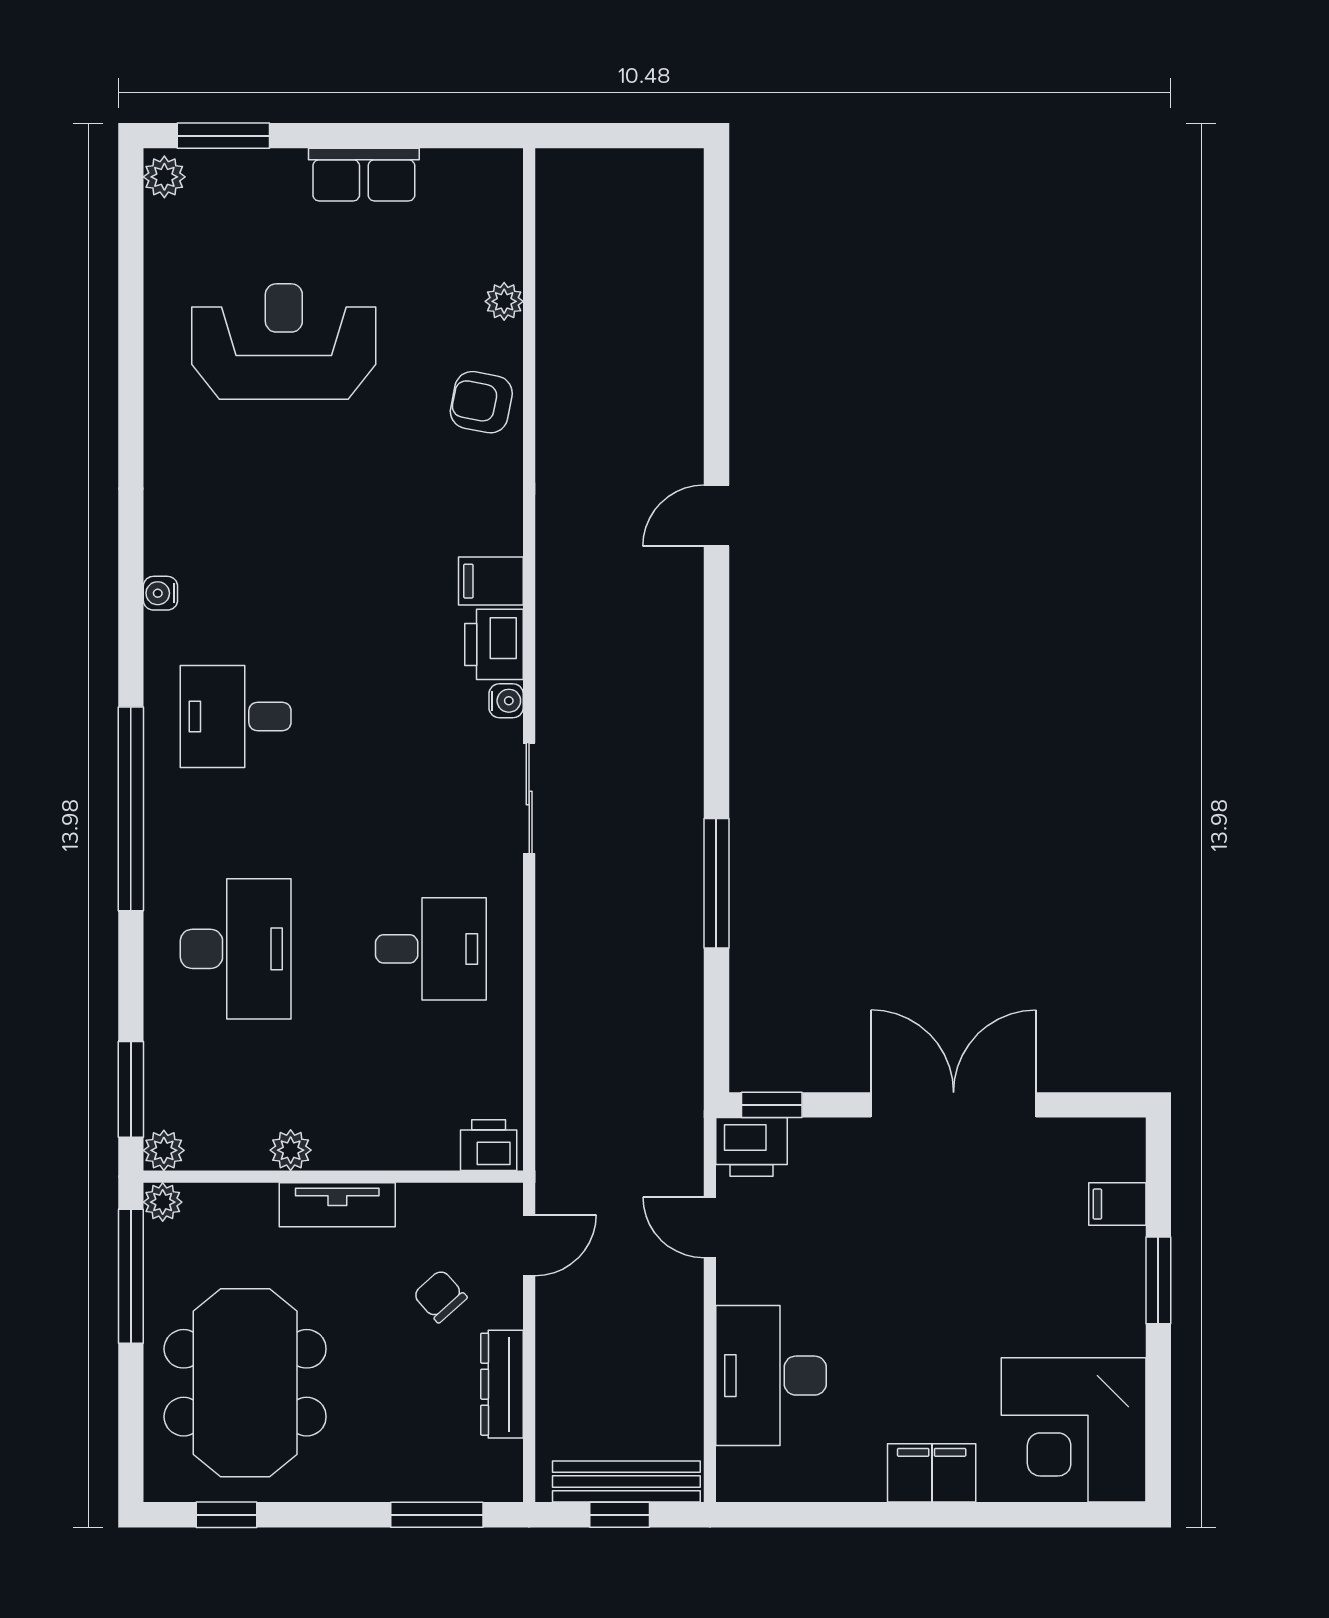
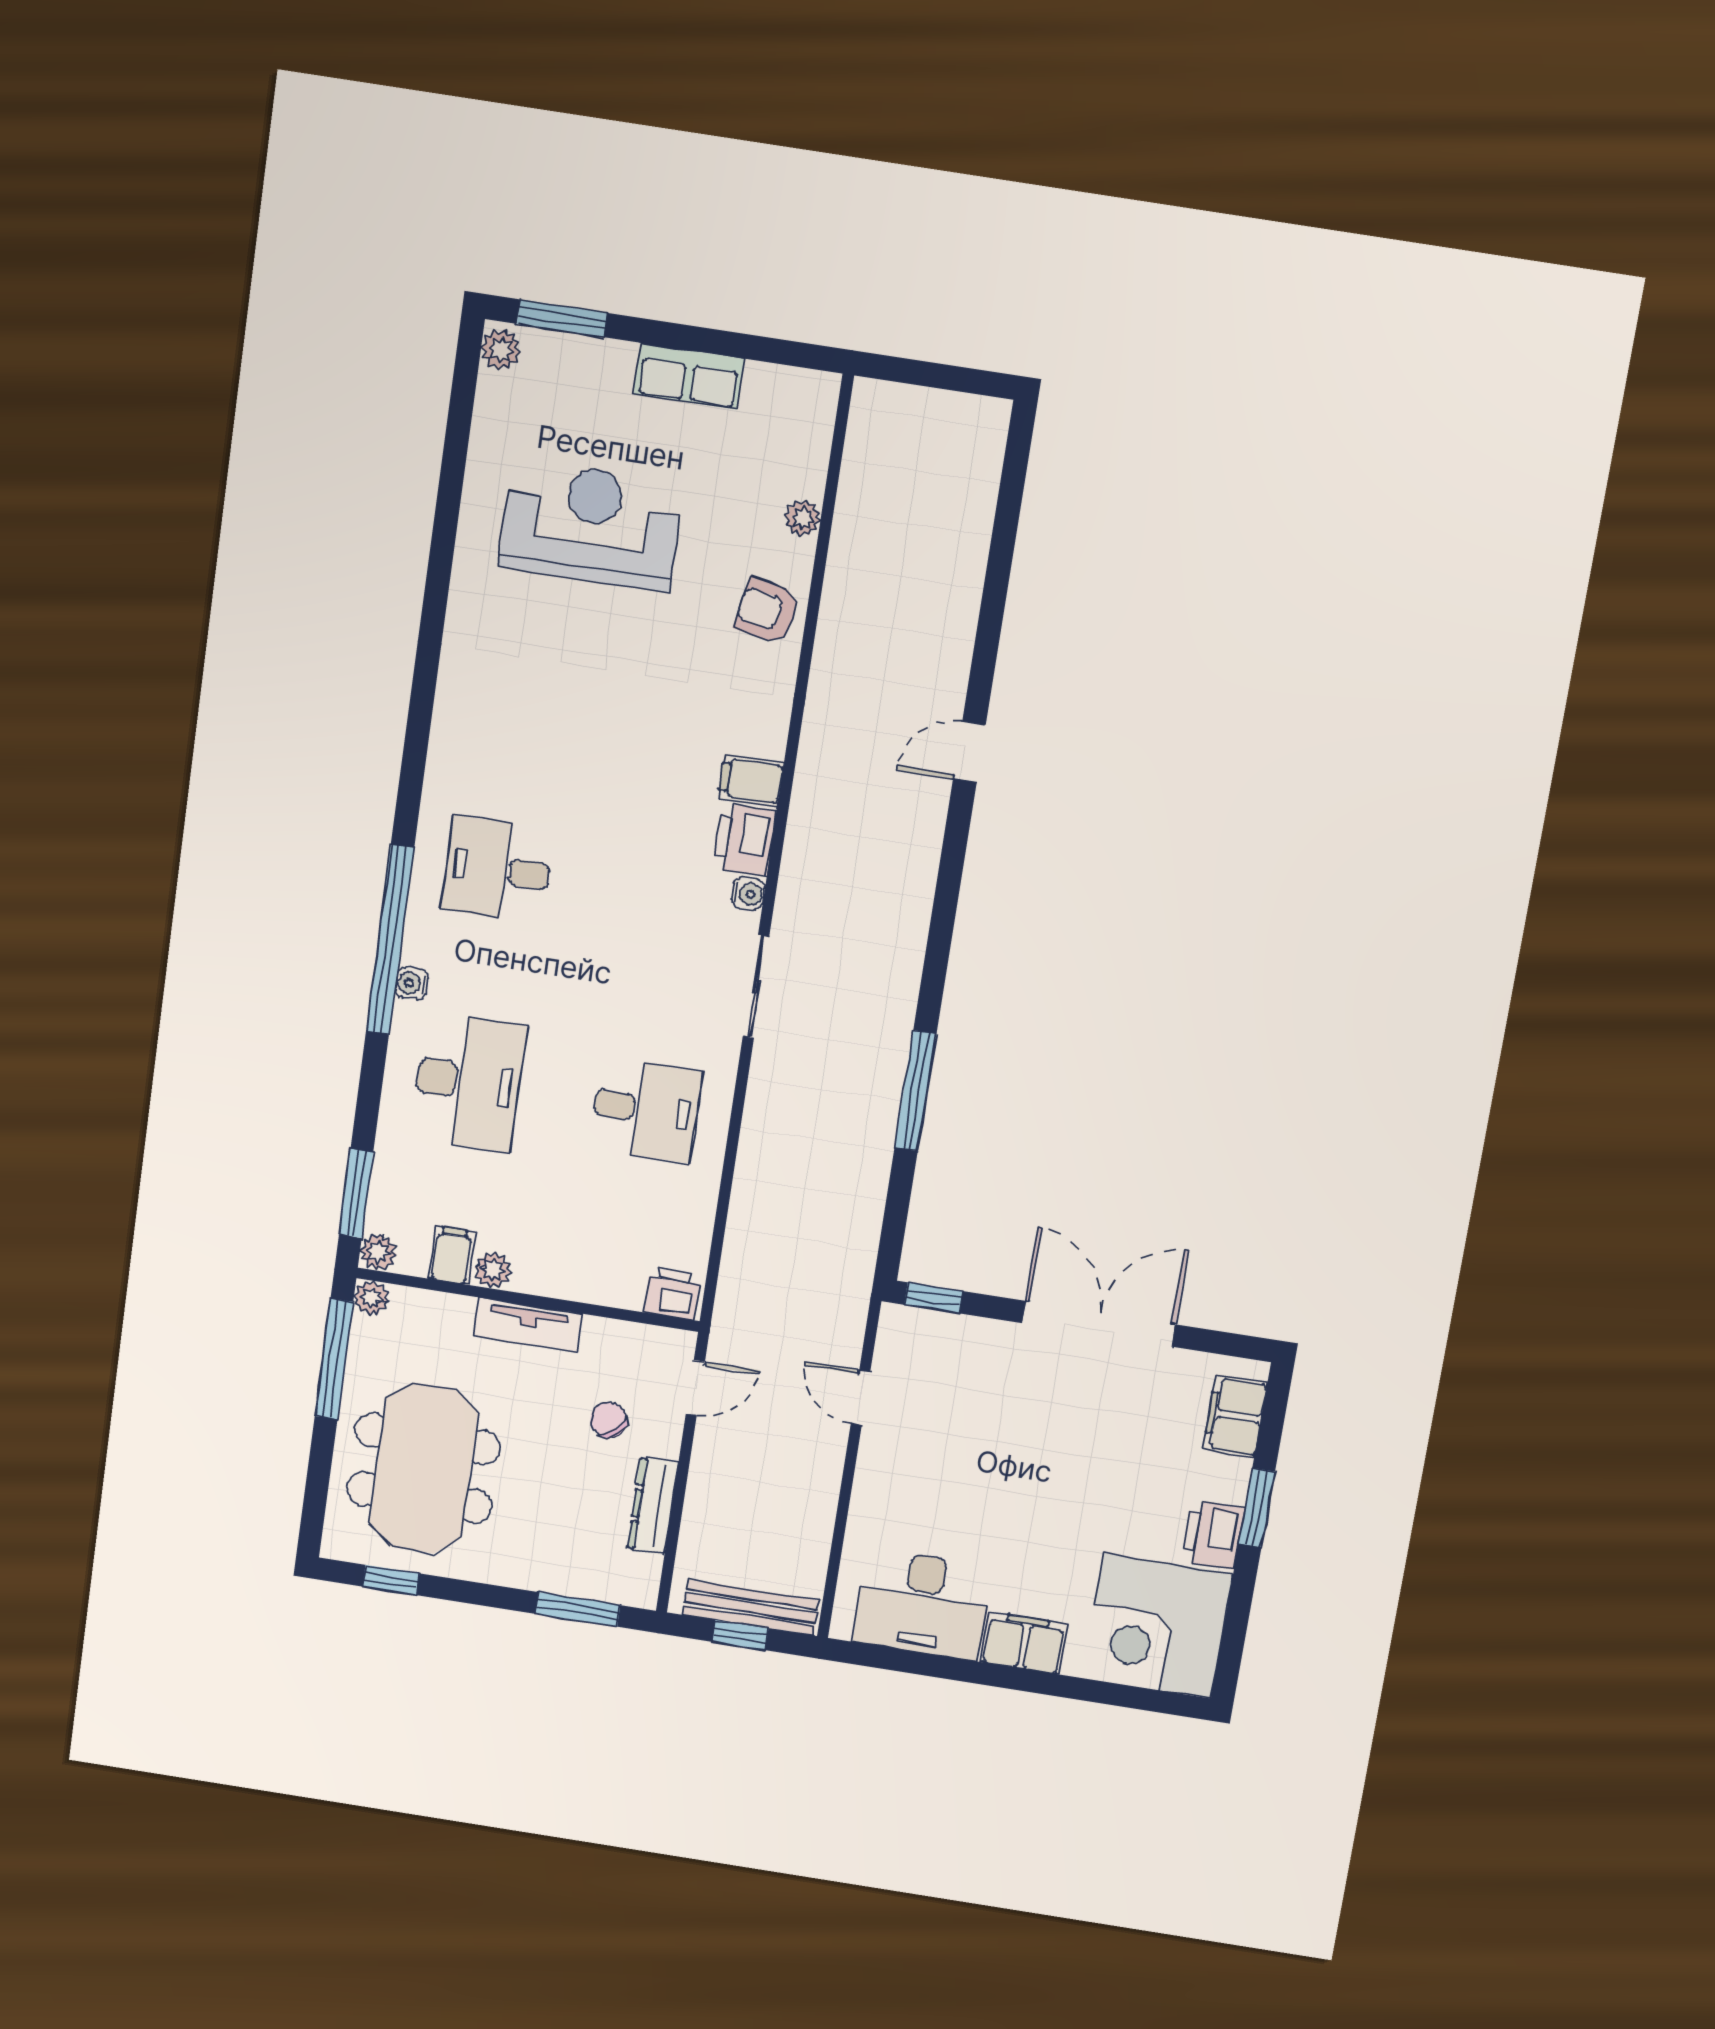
water cooler: (160, 593) -> (412, 983), moved
filing cabinet: (244, 1141) -> (452, 1255), added
printer: (752, 1147) -> (1213, 1535), moved, turned 90
filing cabinet: (1117, 1204) -> (1235, 1416), width x2.00
desk: (771, 1376) -> (922, 1604), moved, turned -90

